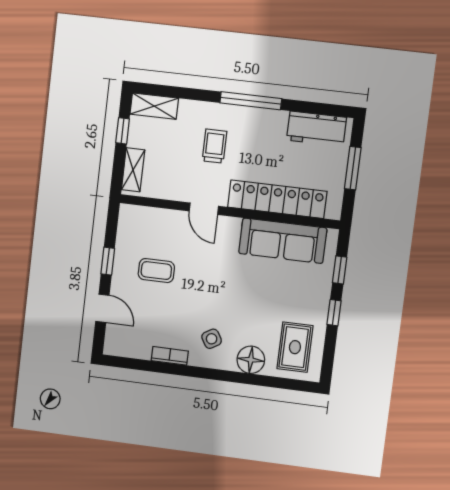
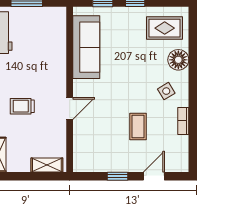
window: (123, 131) -> (19, 176), removed
locker: (277, 199) -> (56, 55), removed
coffee table: (156, 271) -> (138, 126), moved

